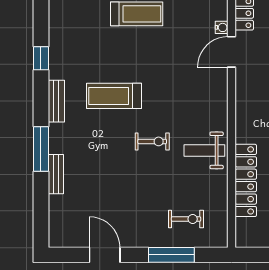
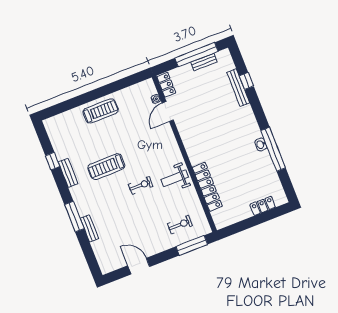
bench: (56, 101) -> (68, 173), moved
window: (171, 255) -> (192, 245), moved

